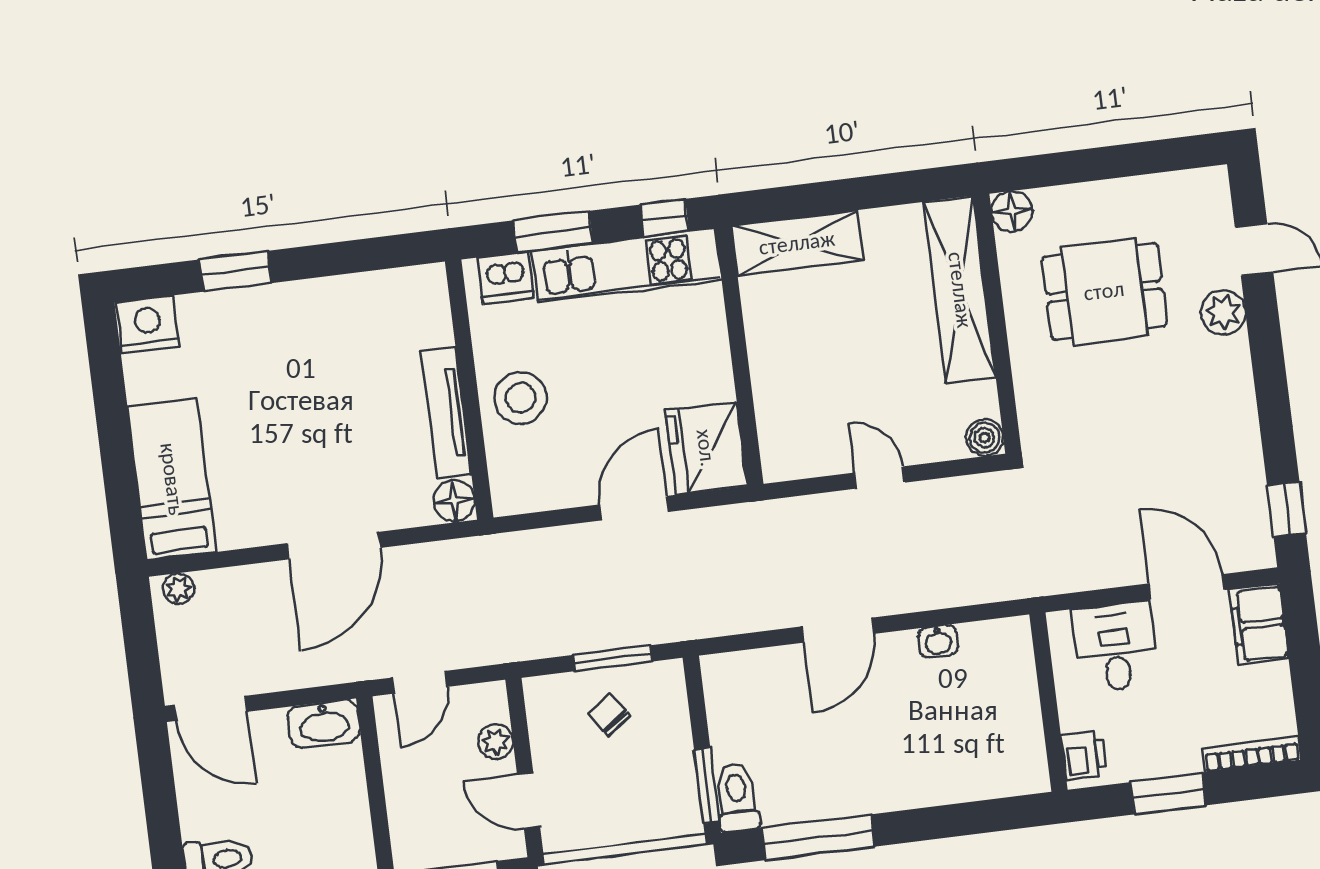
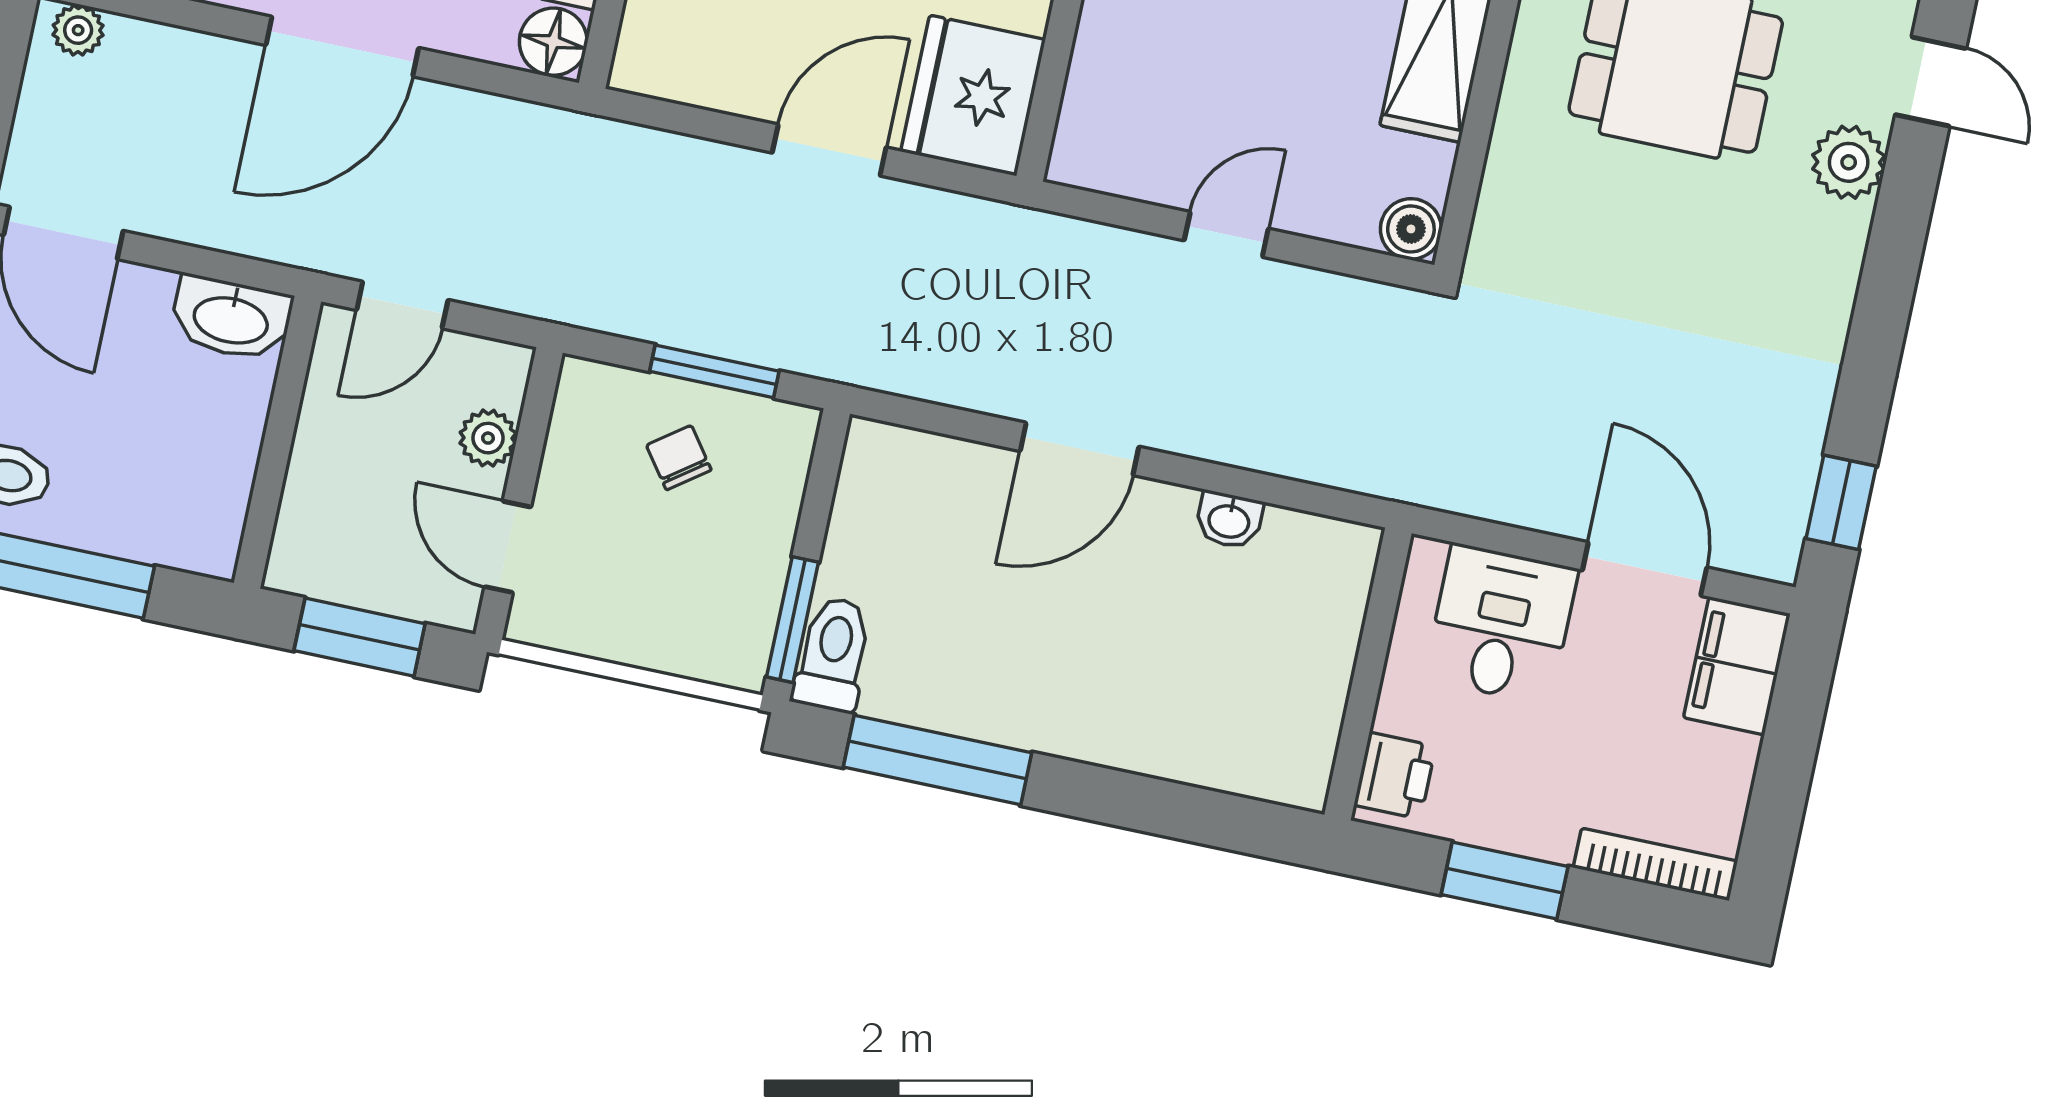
door: (880, 478) -> (1226, 234), hinge flipped

